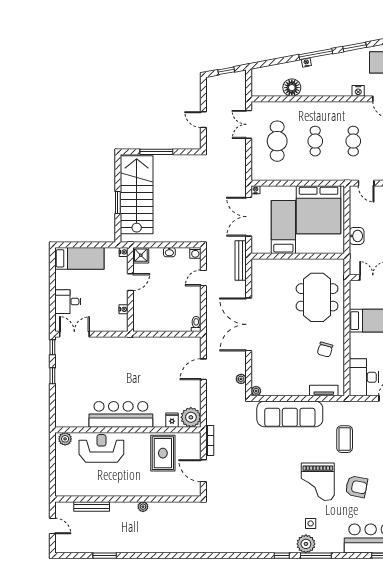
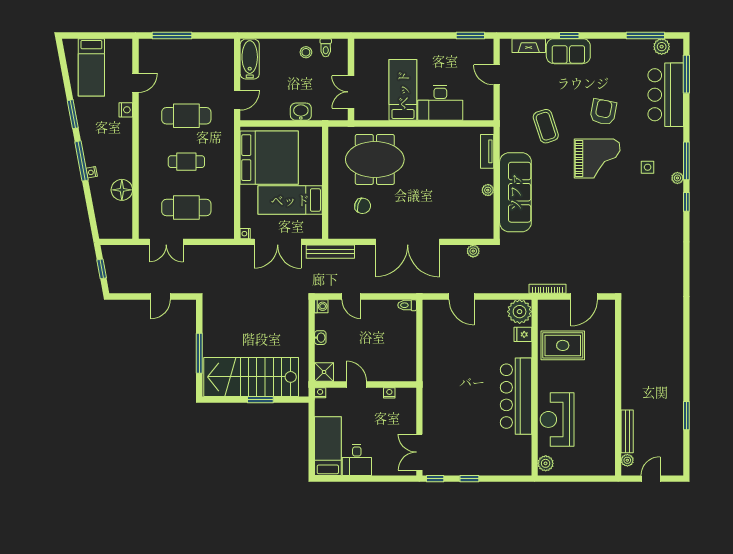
cafe table: (353, 141) -> (186, 116), width x1.37, depth x1.35
desk: (68, 302) -> (357, 460), moved
chair: (325, 350) -> (363, 206), moved
desk: (364, 377) -> (440, 103), moved
plant: (256, 391) -> (488, 190), moved
coffee table: (345, 439) -> (546, 126), turned 72
plant: (143, 507) -> (627, 460), moved
plant: (306, 544) -> (677, 178), width x0.53, depth x0.53

